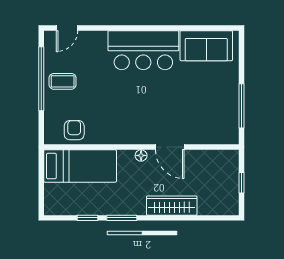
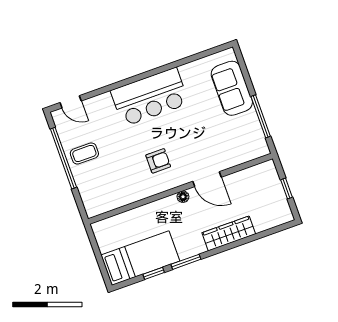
door: (67, 28) -> (71, 102), hinge flipped
sofa: (206, 46) -> (232, 88), moved, turned 90
armchair: (74, 130) -> (158, 161), moved, turned 90
bed: (80, 166) -> (140, 258), moved

